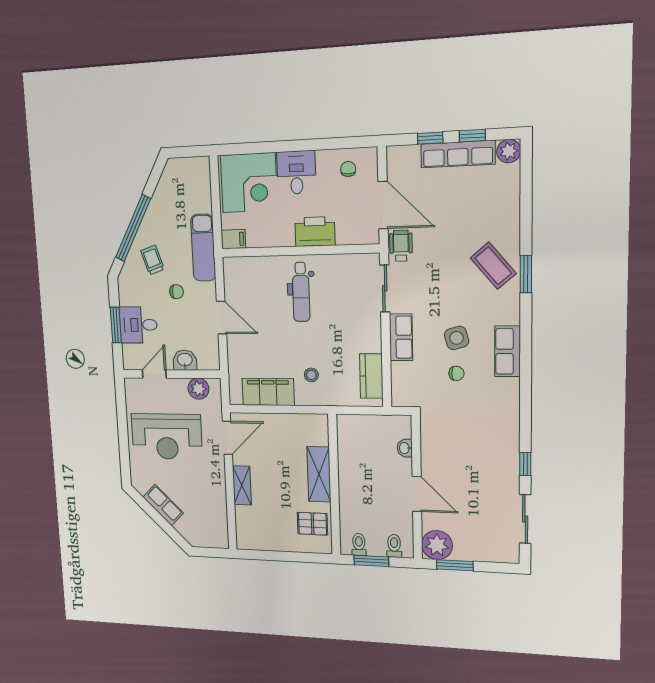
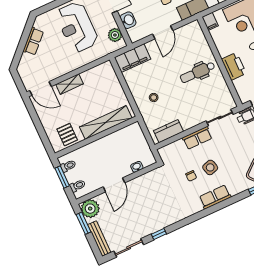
filing cabinet: (268, 392) -> (132, 58), moved, turned 90
door: (227, 438) -> (40, 88), moved
shelving: (319, 474) -> (106, 122), width x1.47
bench: (489, 554) -> (99, 239), added

